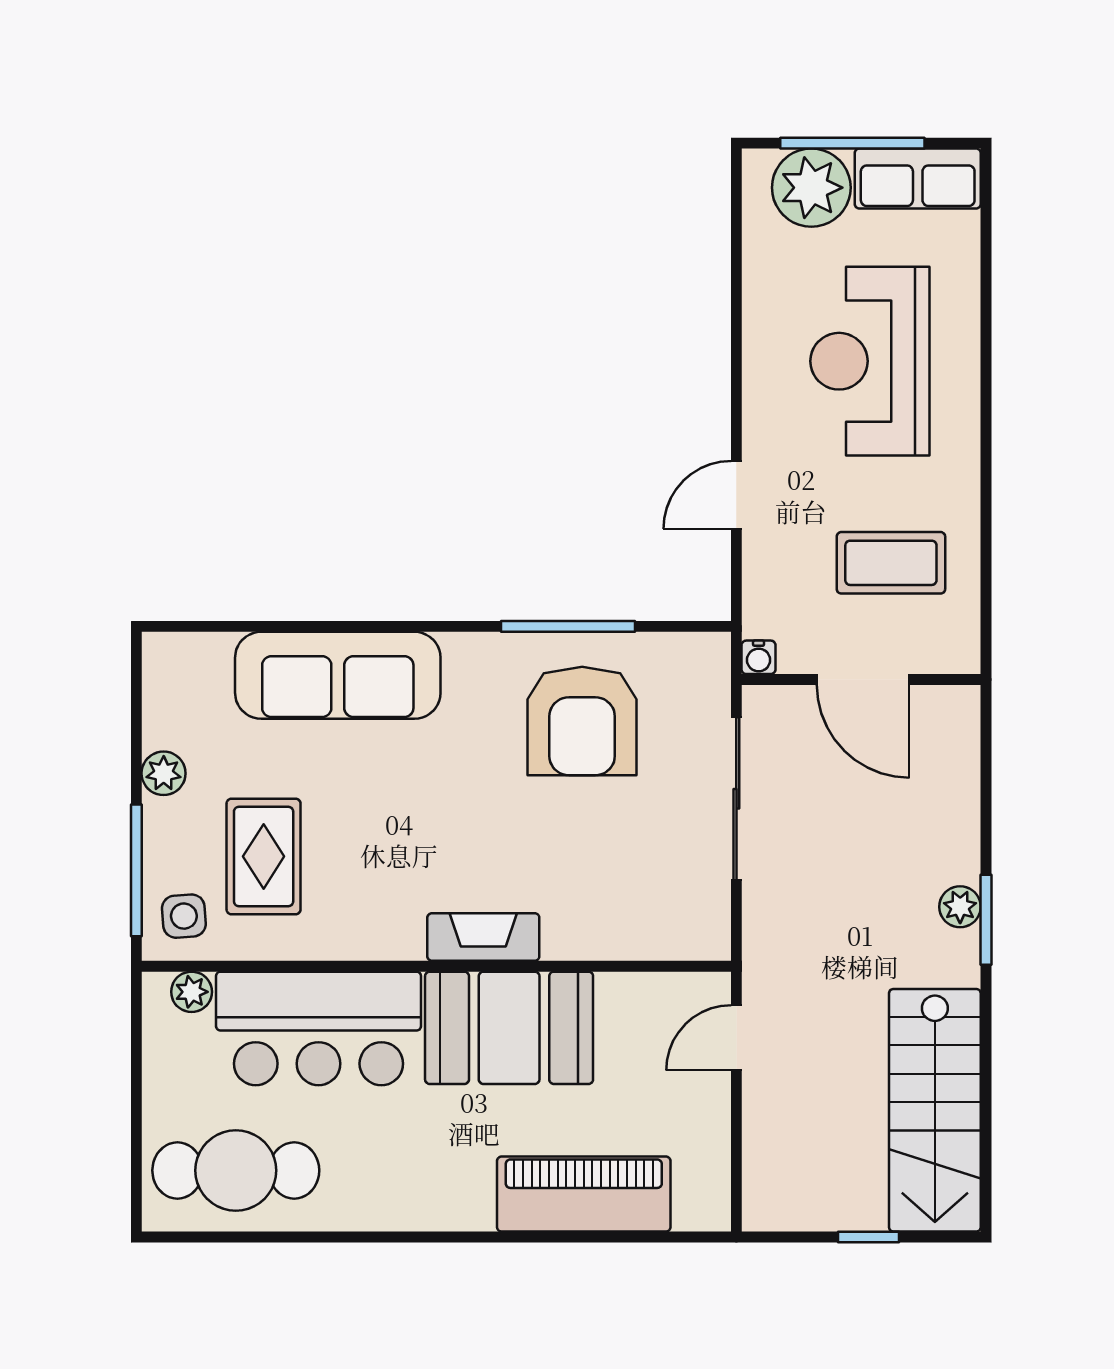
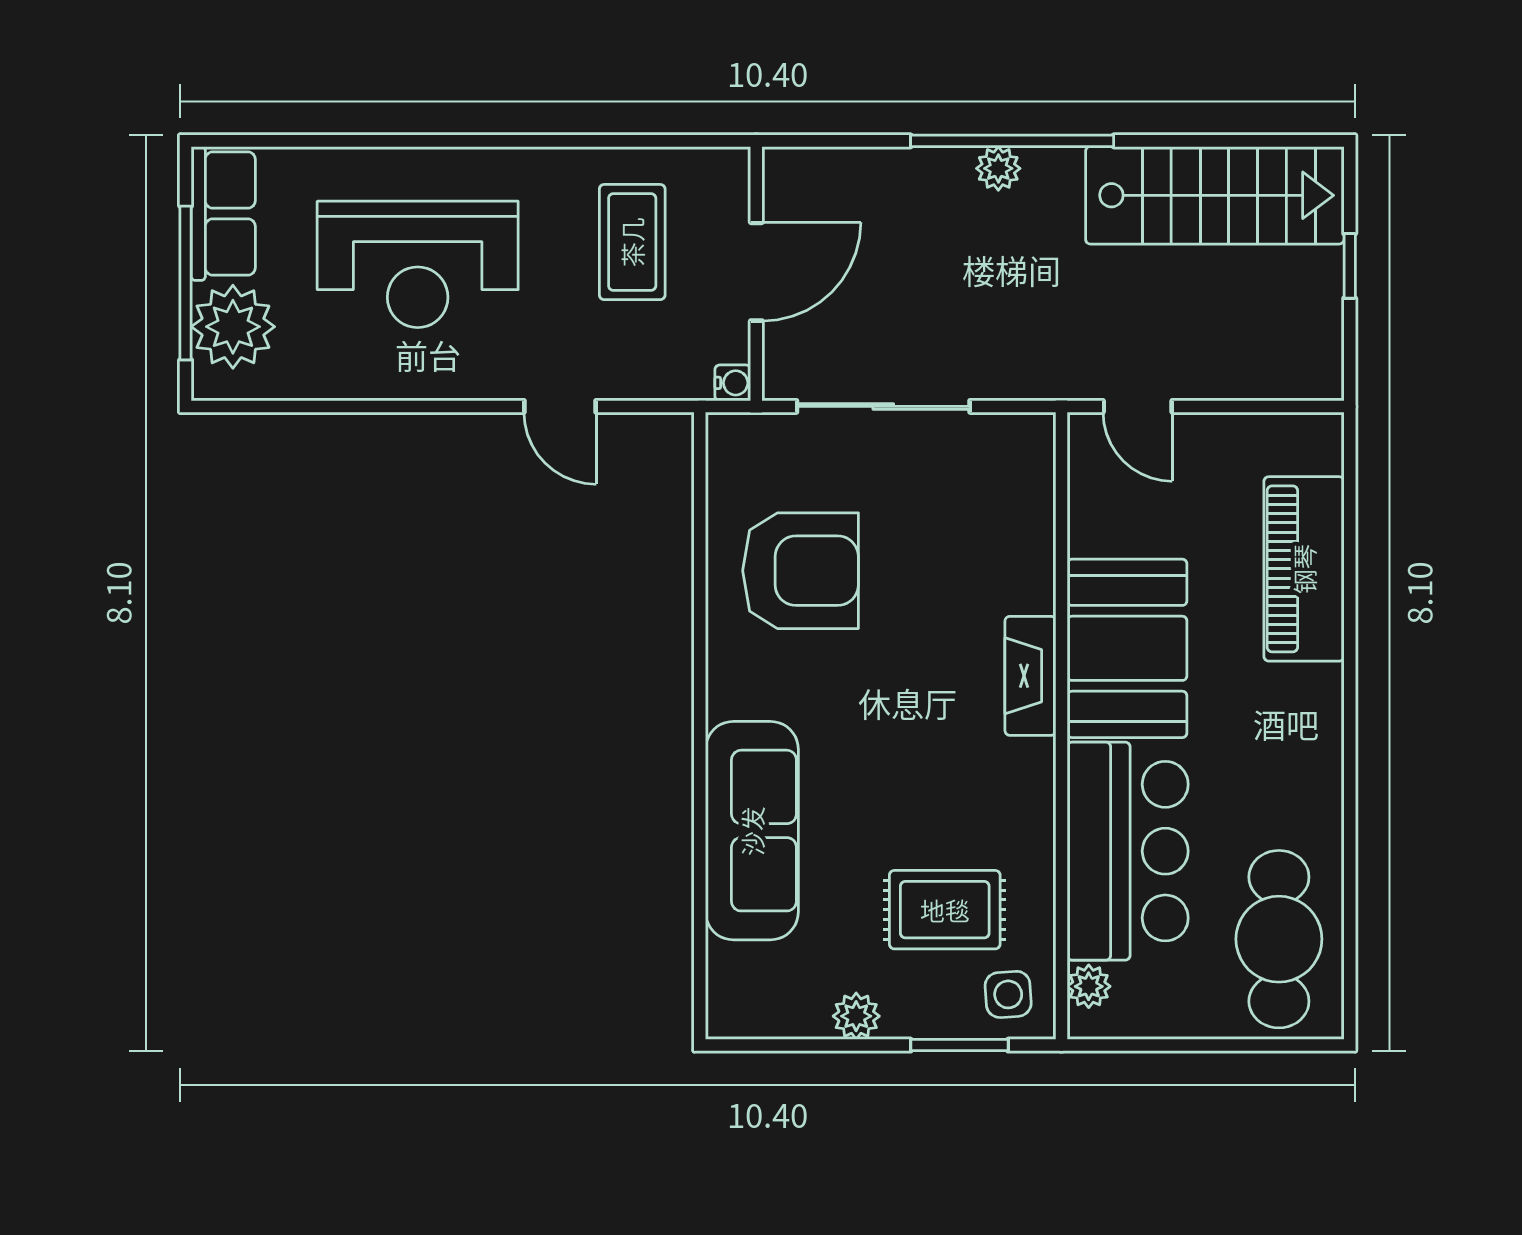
window: (568, 626) -> (700, 586), removed
window: (136, 870) -> (959, 1045), width x0.69
window: (986, 920) -> (1012, 141), width x2.11

